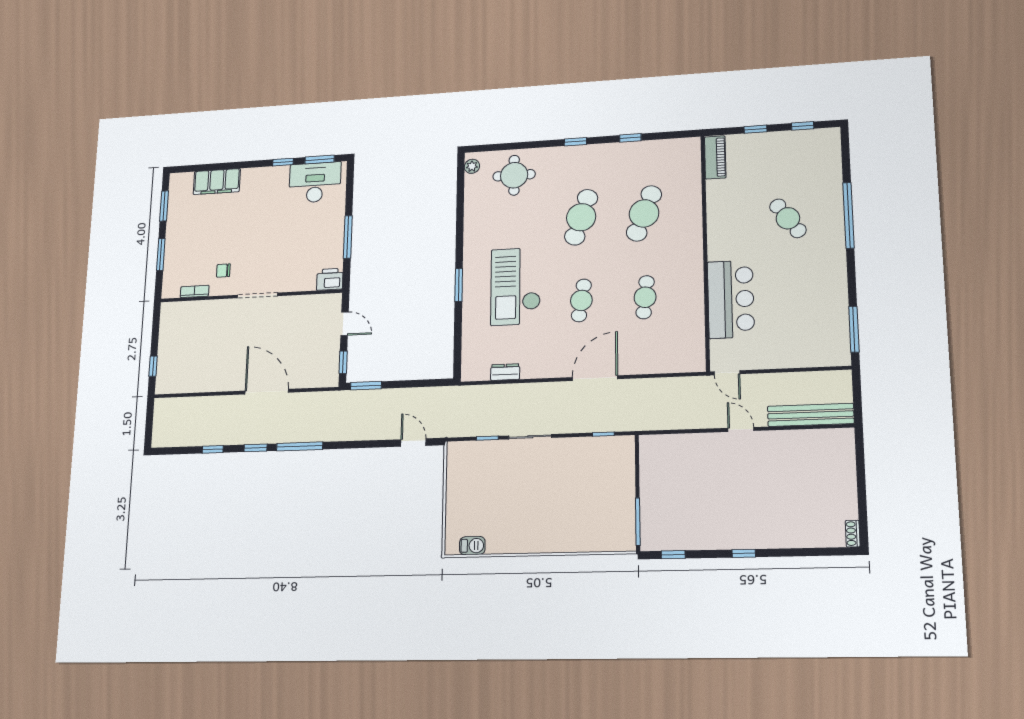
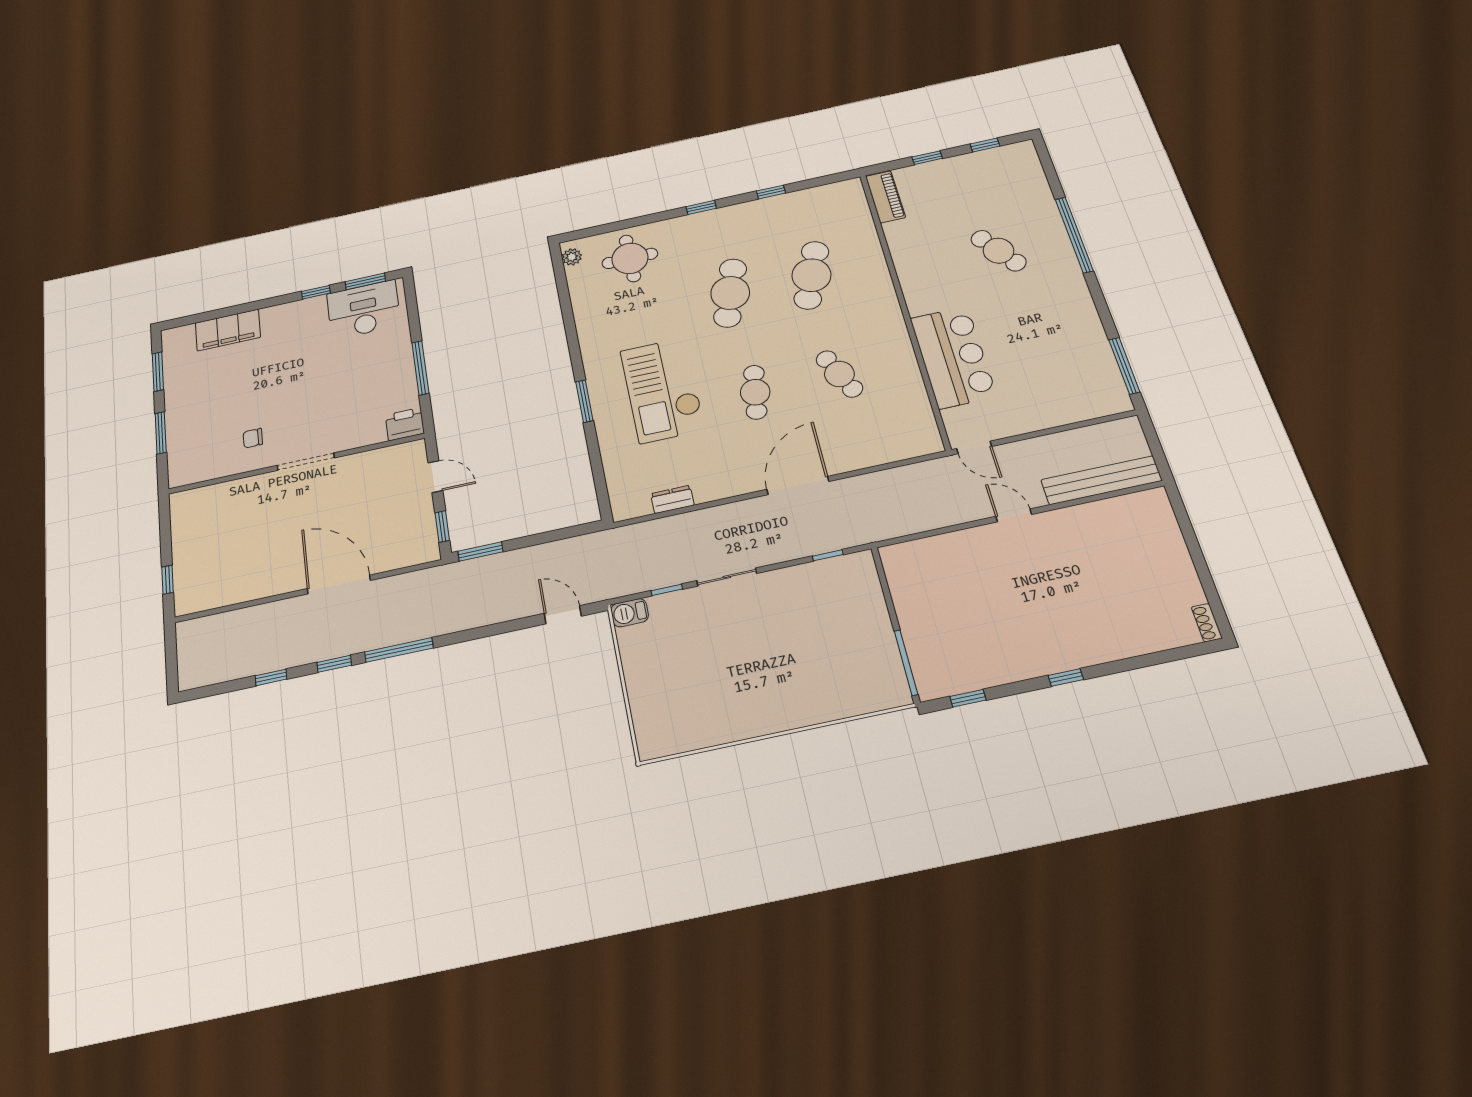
bookcase: (195, 291) -> (215, 472), removed
cafe table: (645, 297) -> (839, 374), turned -30
barbecue: (472, 546) -> (630, 613), moved, turned 180

